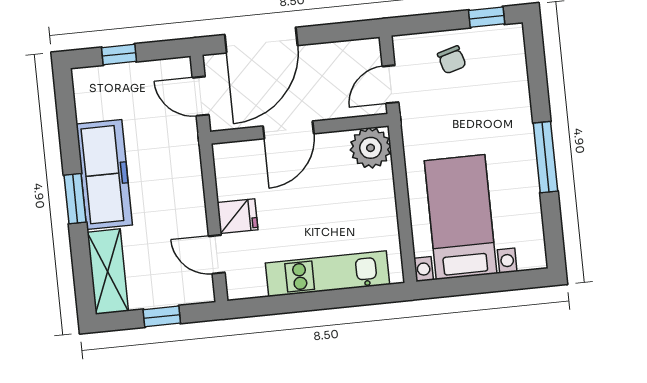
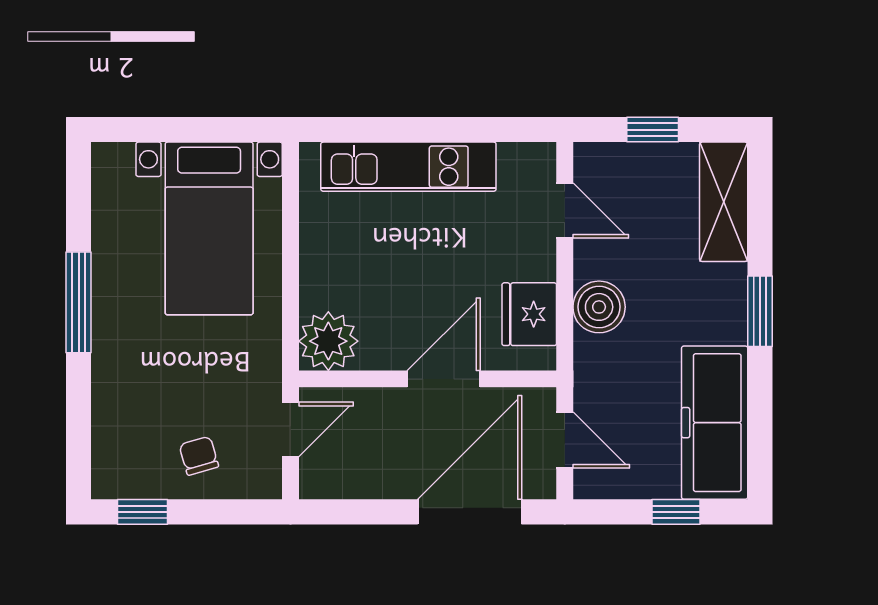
freezer: (104, 175) -> (715, 423), moved
boiler: (186, 190) -> (599, 307), added
fridge: (238, 216) -> (529, 314), moved, width x1.38

